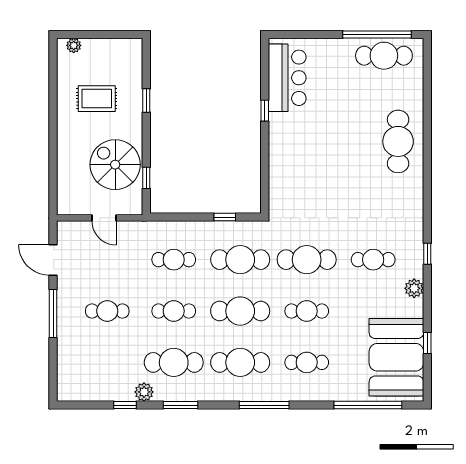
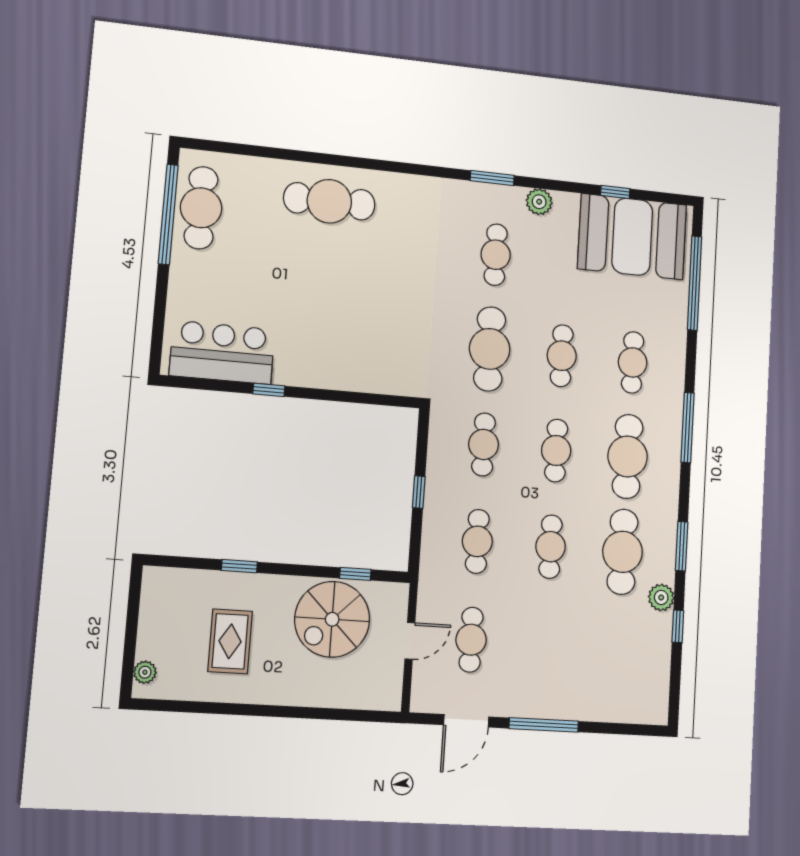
window: (225, 217) -> (419, 492), moved
window: (427, 254) -> (492, 178), width x1.50
cafe table: (240, 260) -> (484, 444), width x0.73, depth x0.74
cafe table: (107, 311) -> (471, 640), moved
cafe table: (240, 311) -> (556, 450), width x0.73, depth x0.74

